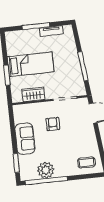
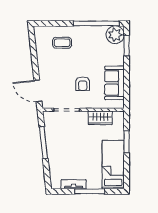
bed: (31, 64) -> (113, 165), moved, turned 90
sofa: (25, 139) -> (114, 83), moved
coffee table: (86, 163) -> (62, 43), moved
plant: (46, 170) -> (115, 35), moved

